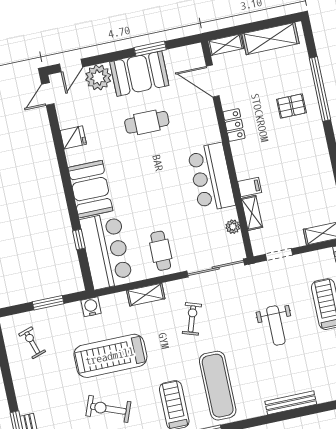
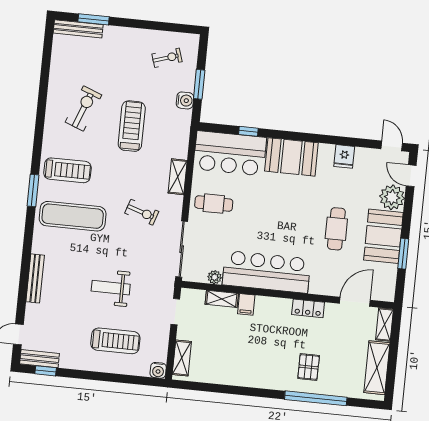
bar counter: (211, 177) -> (267, 272), width x1.36
water cooler: (91, 307) -> (185, 100), moved
treadmill: (110, 356) -> (132, 126), width x0.73, depth x0.73

